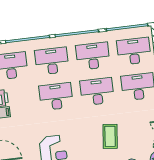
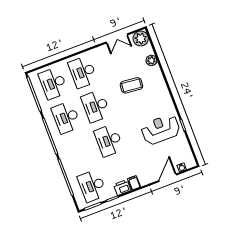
desk: (52, 61) -> (79, 152), removed

